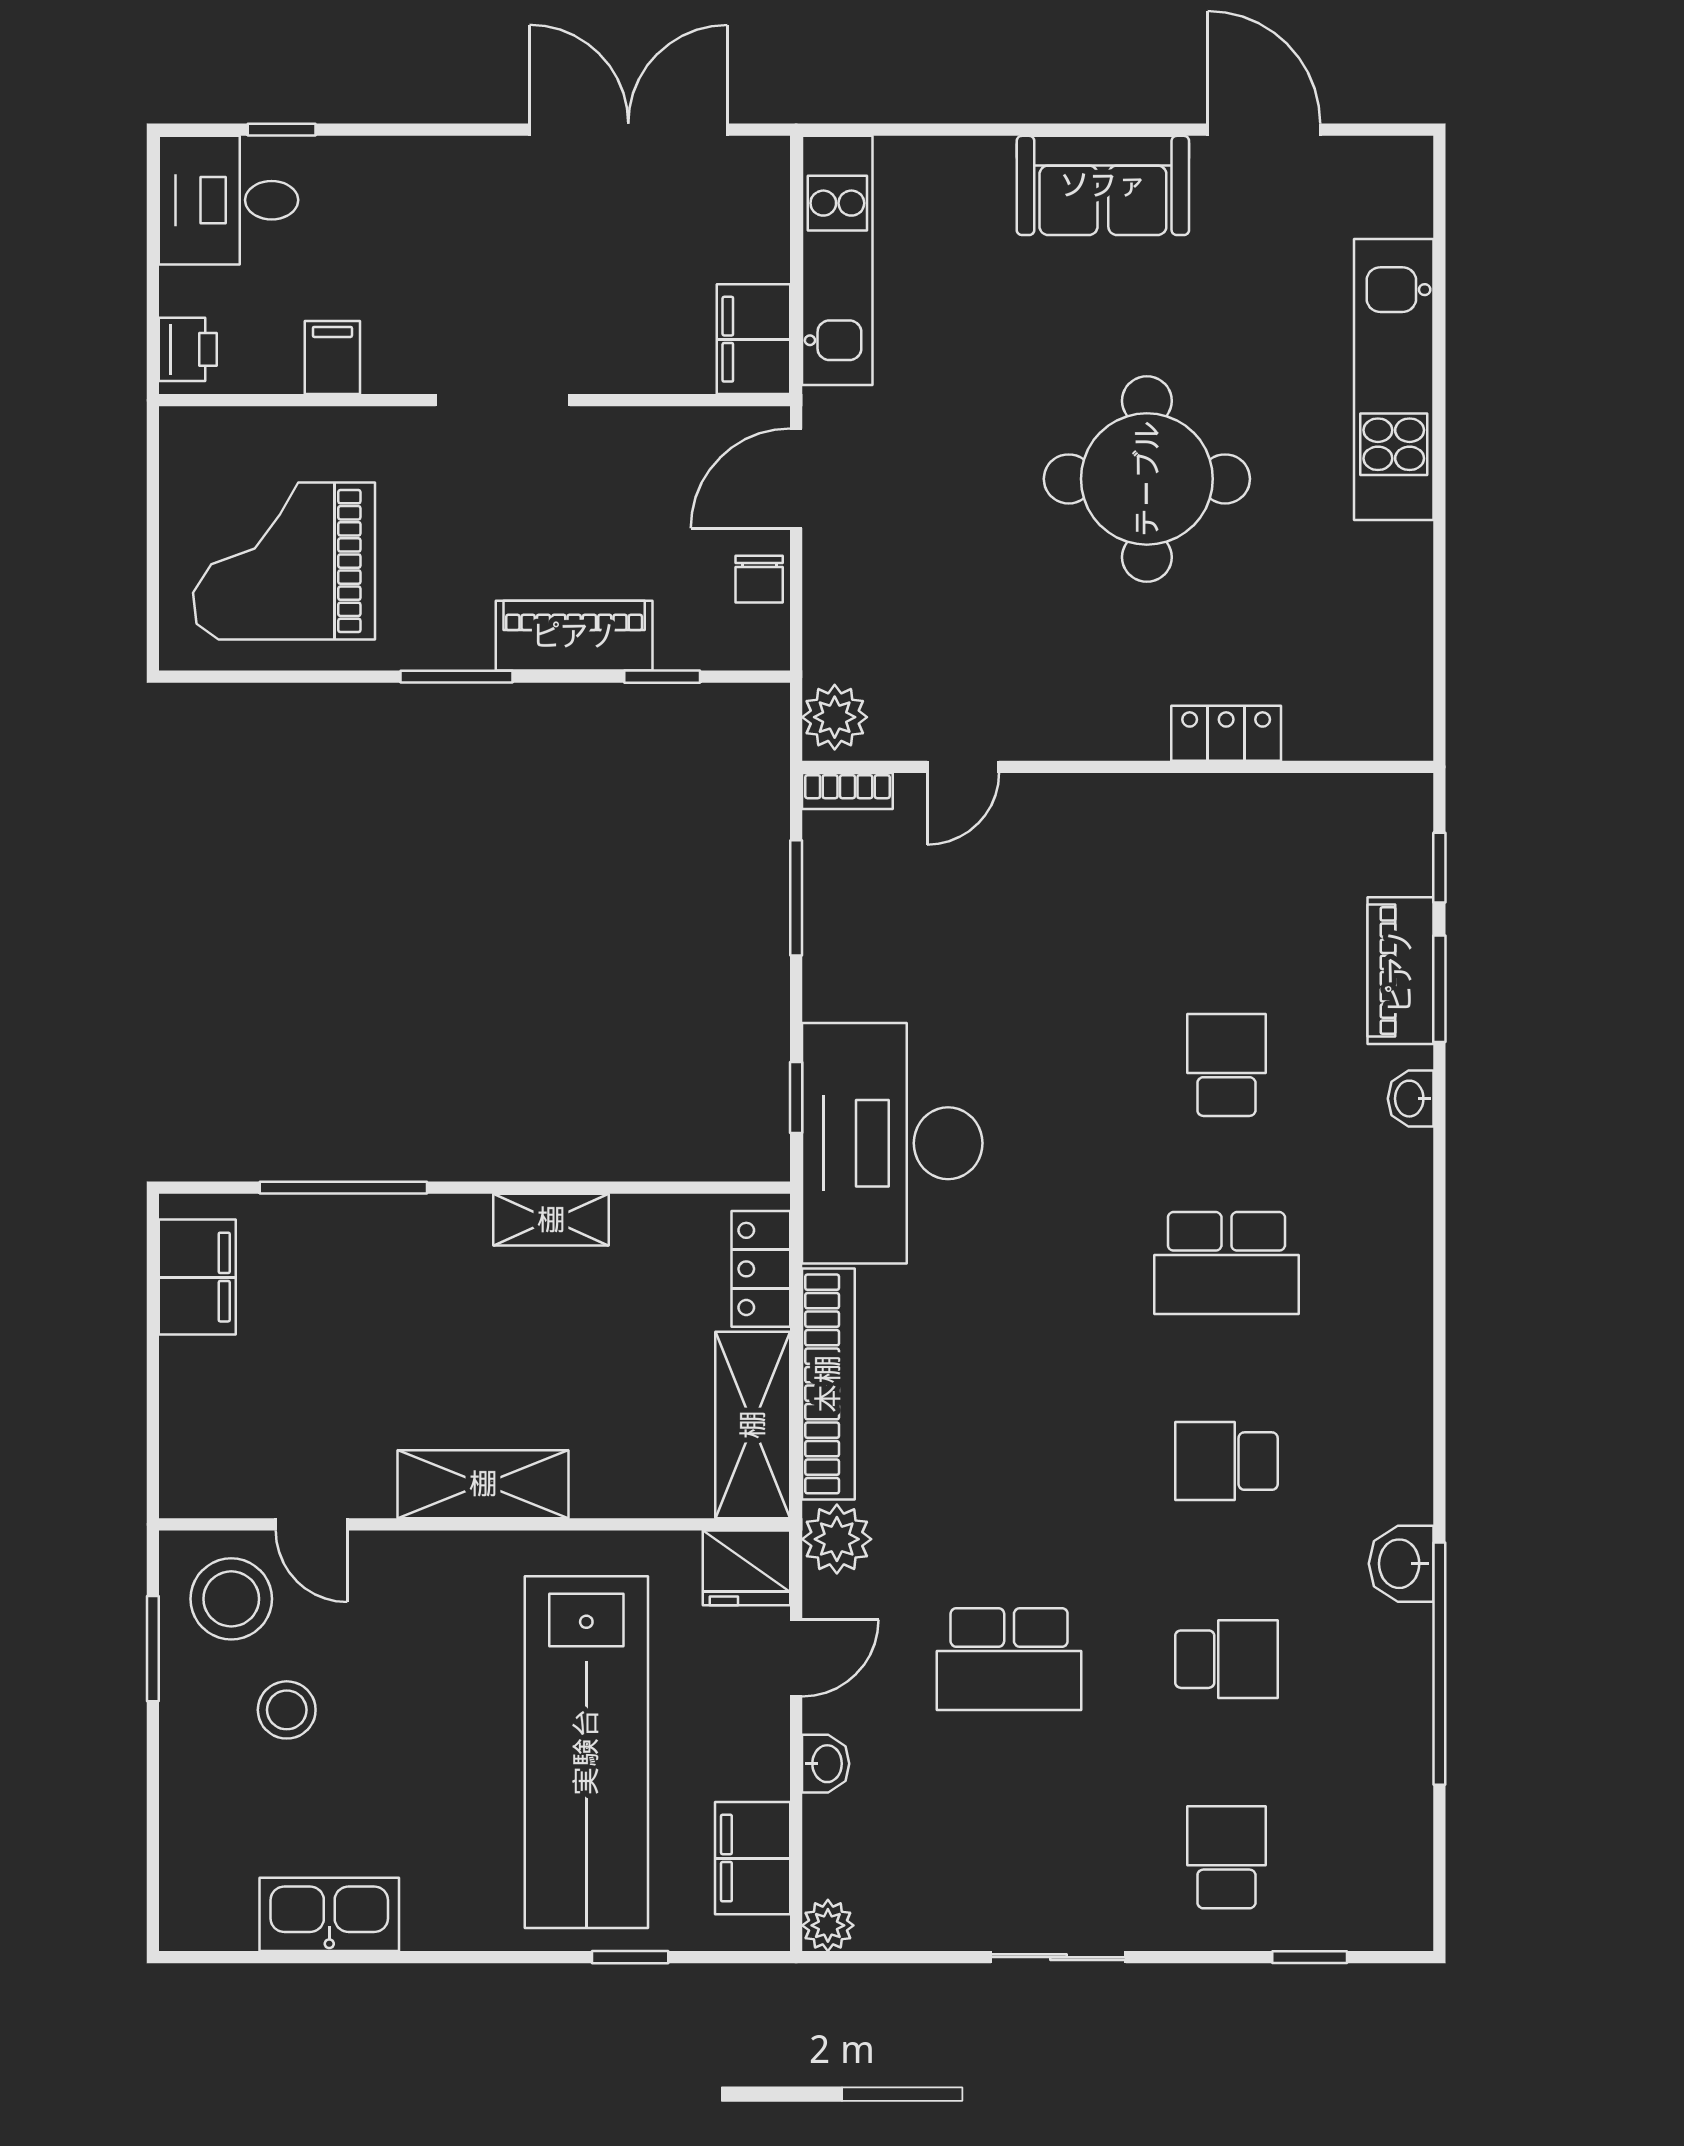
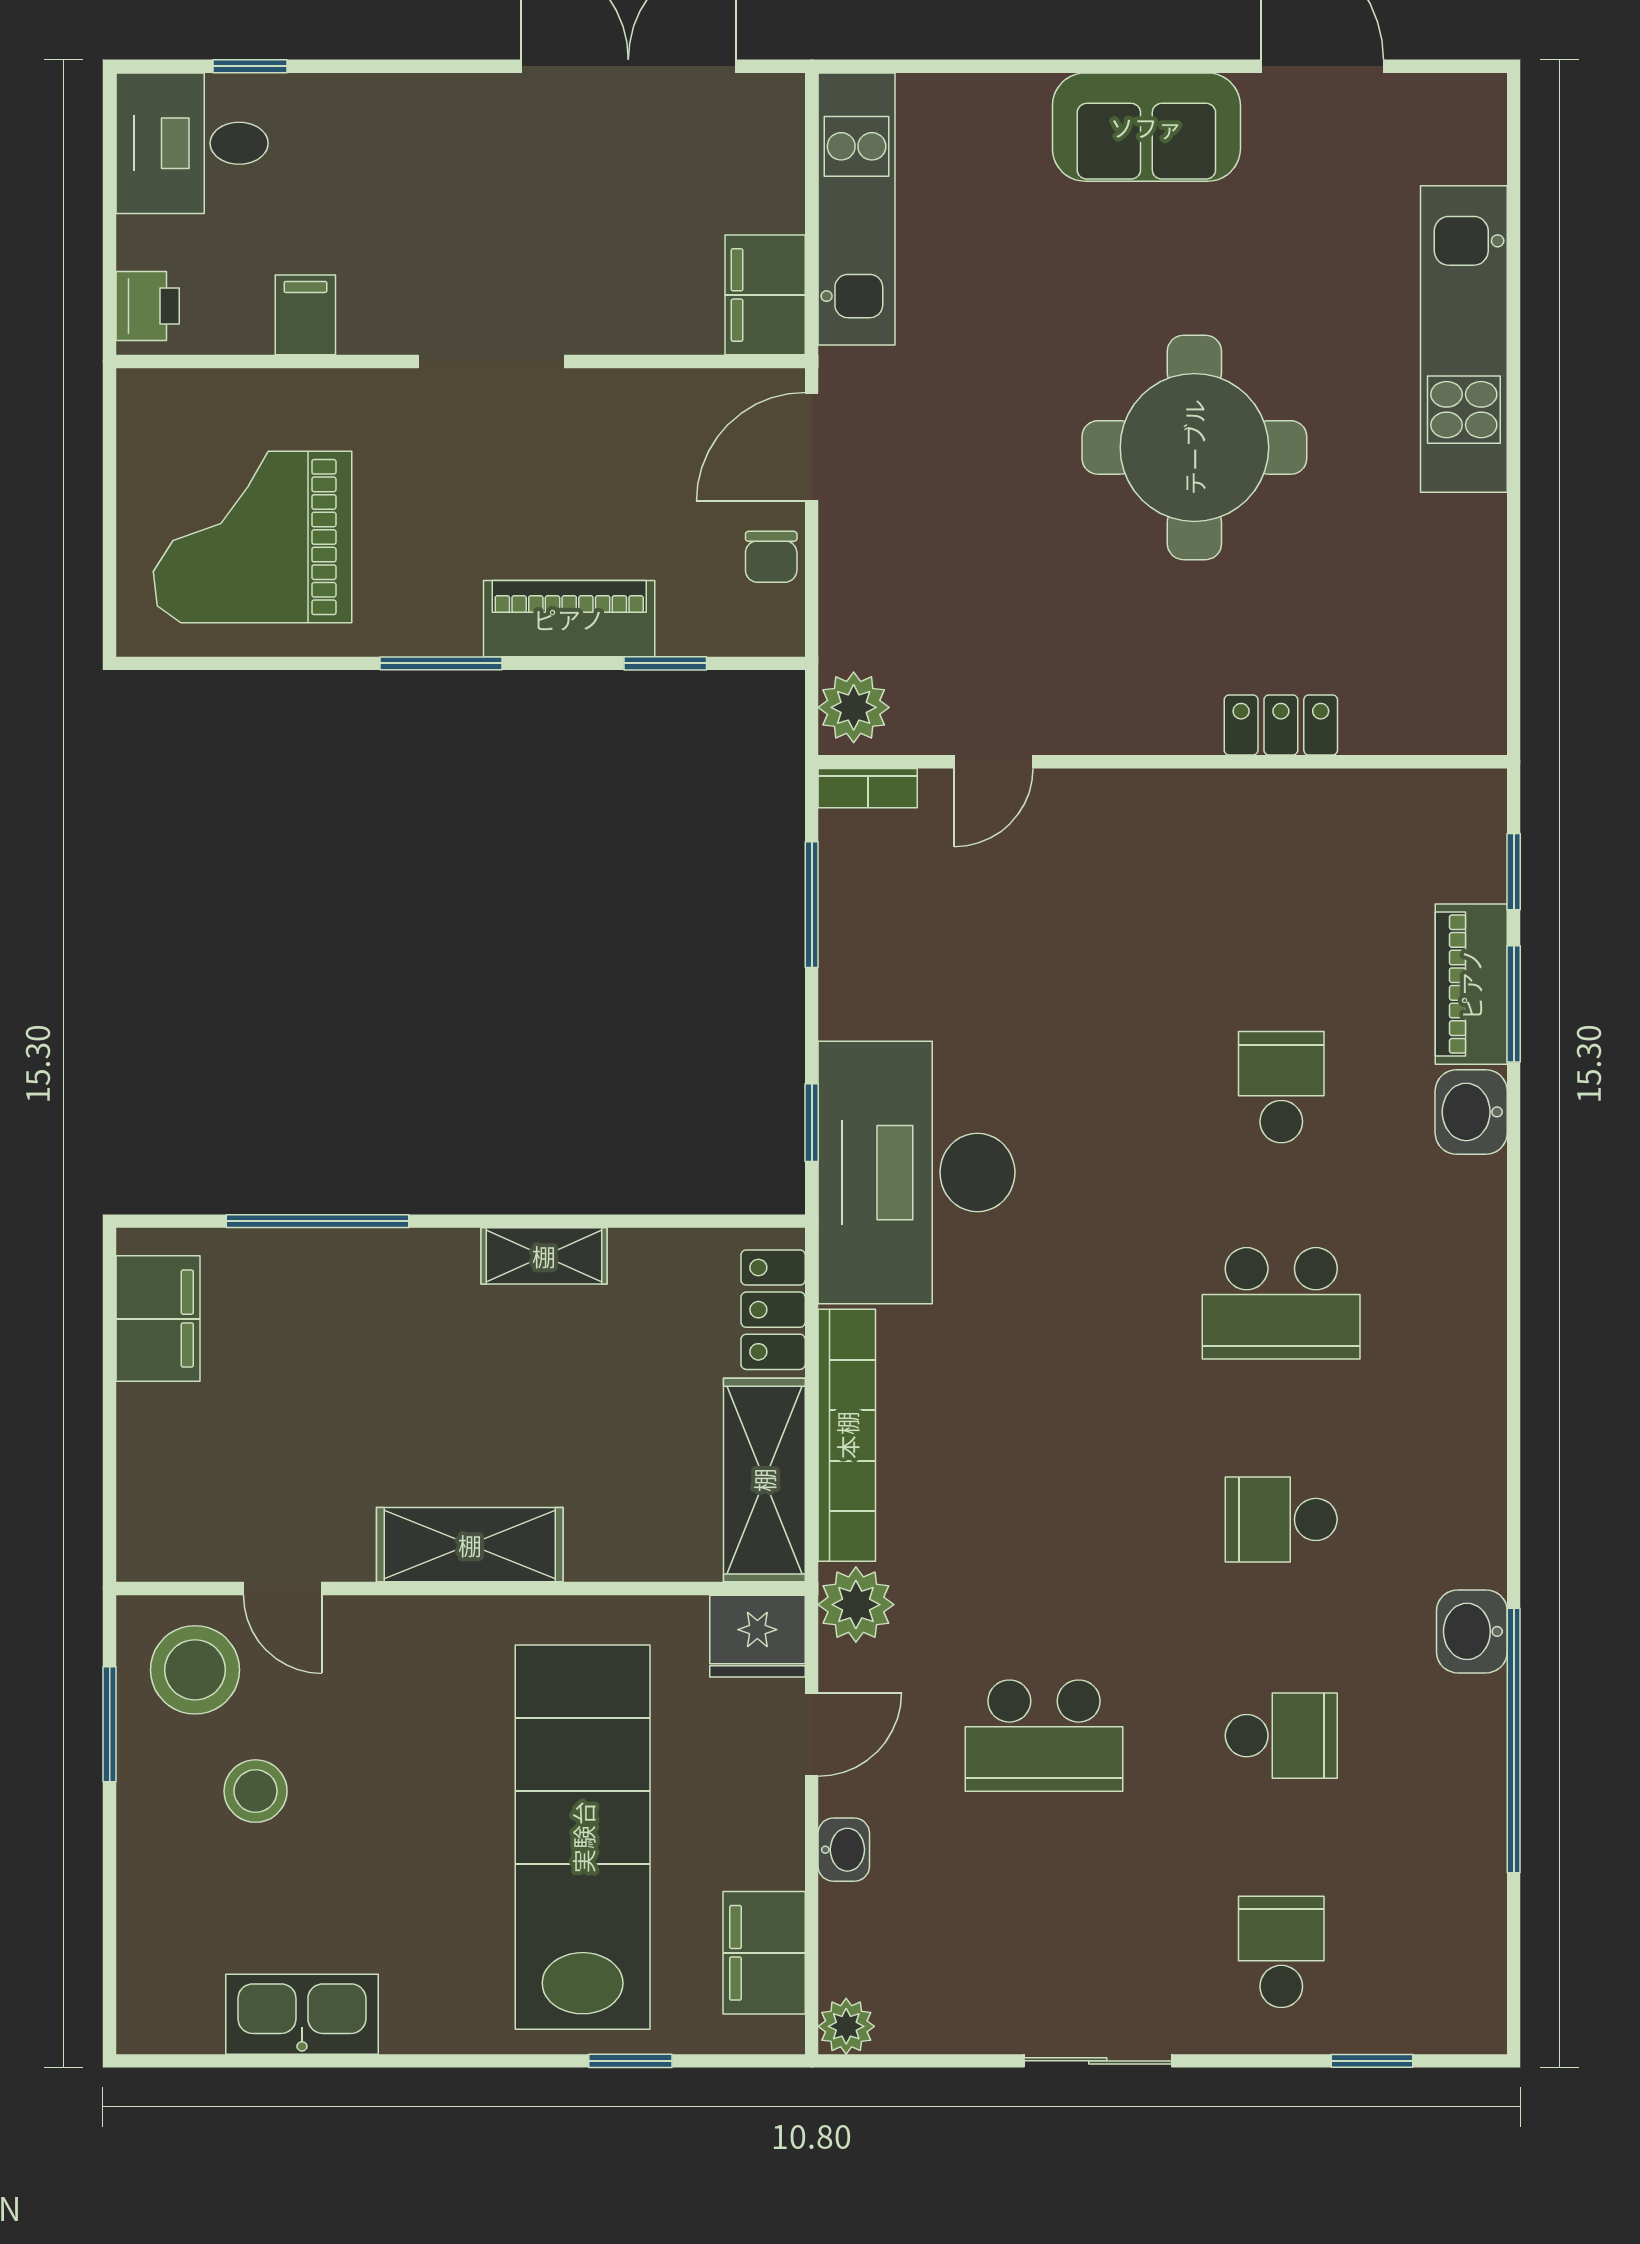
washbasin: (1411, 1099) -> (1471, 1112), width x1.38, depth x1.45
lab bench: (586, 1752) -> (583, 1837), turned 180

